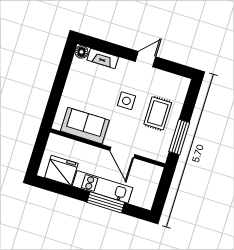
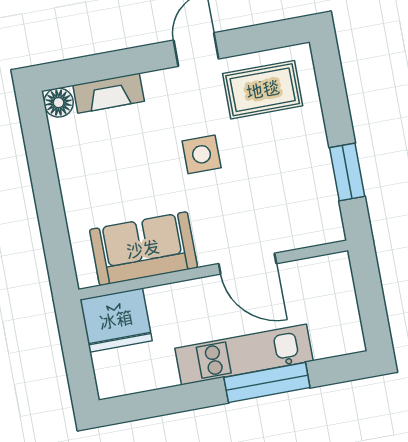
rug: (158, 113) -> (263, 90), moved, turned 90
window: (179, 137) -> (347, 172), width x0.69
fridge: (61, 171) -> (116, 320), moved, turned 180

